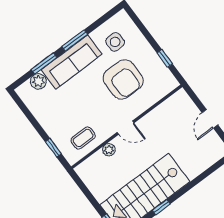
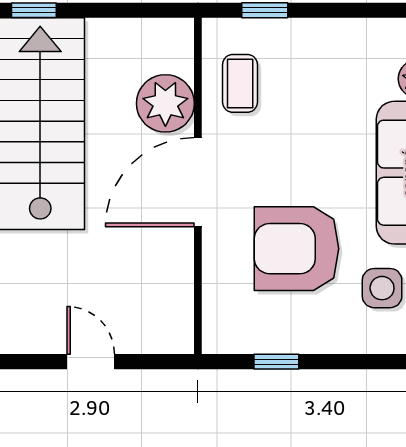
door: (125, 128) -> (198, 182), width x1.87
plant: (109, 150) -> (165, 103), width x1.87, depth x1.87

